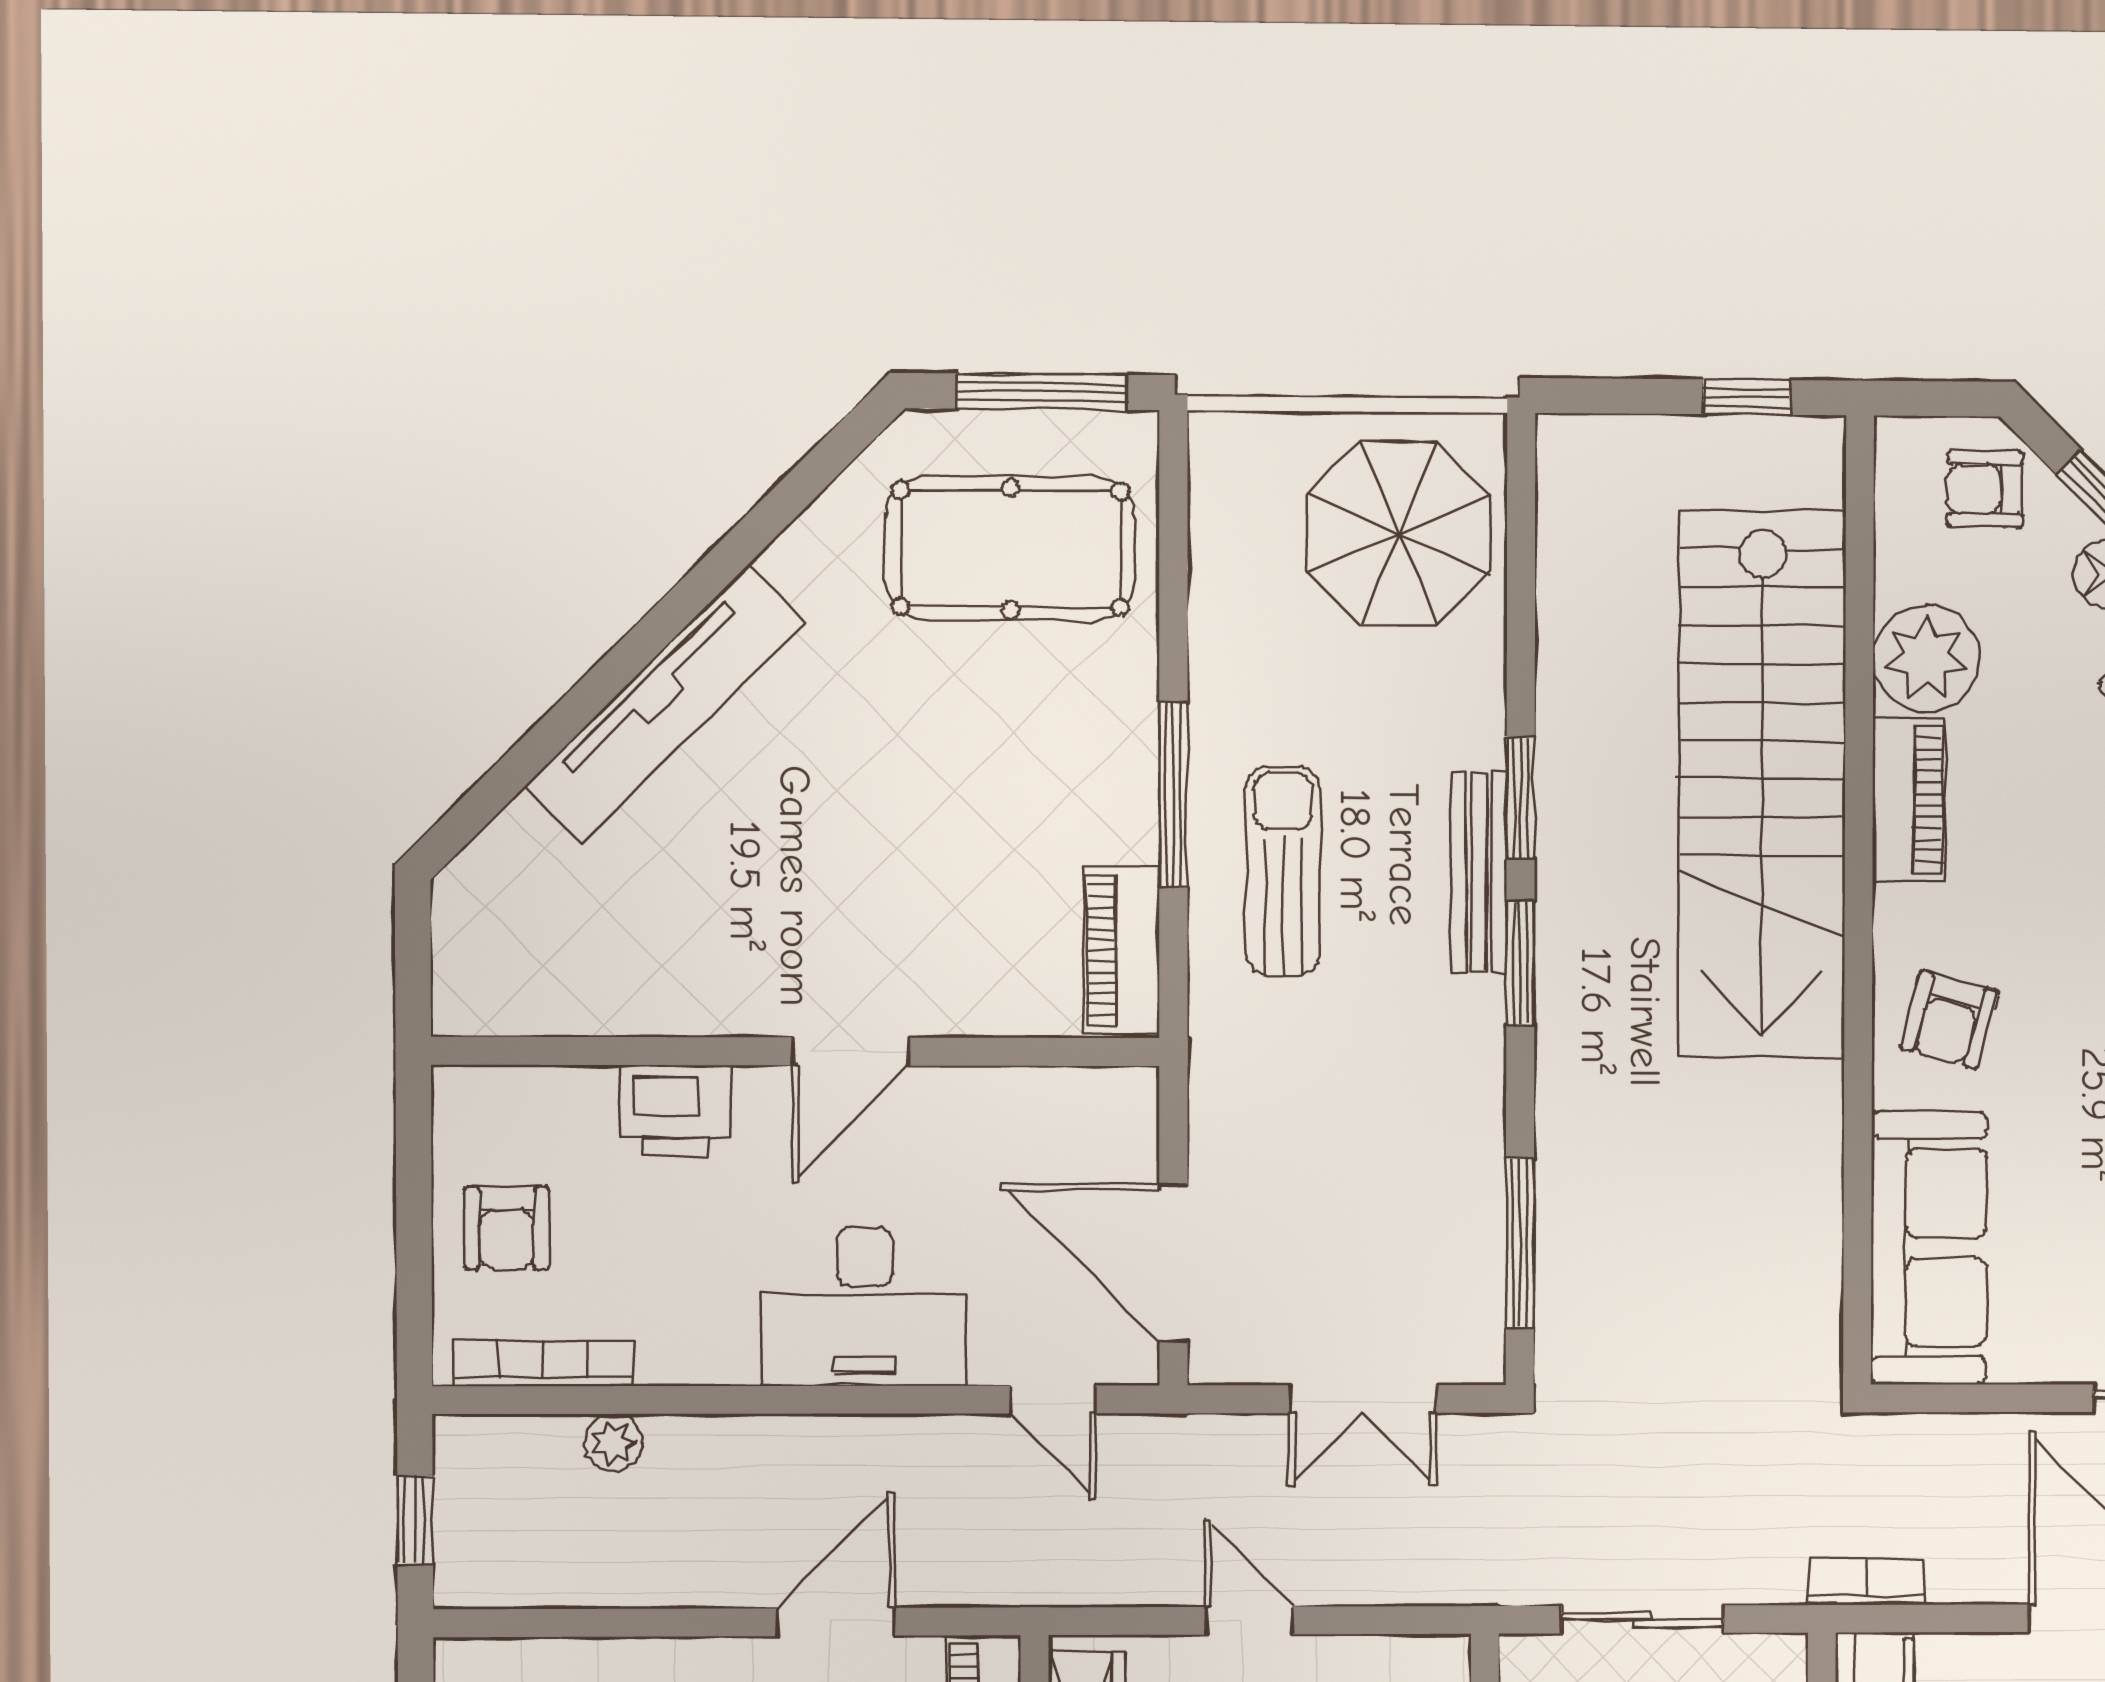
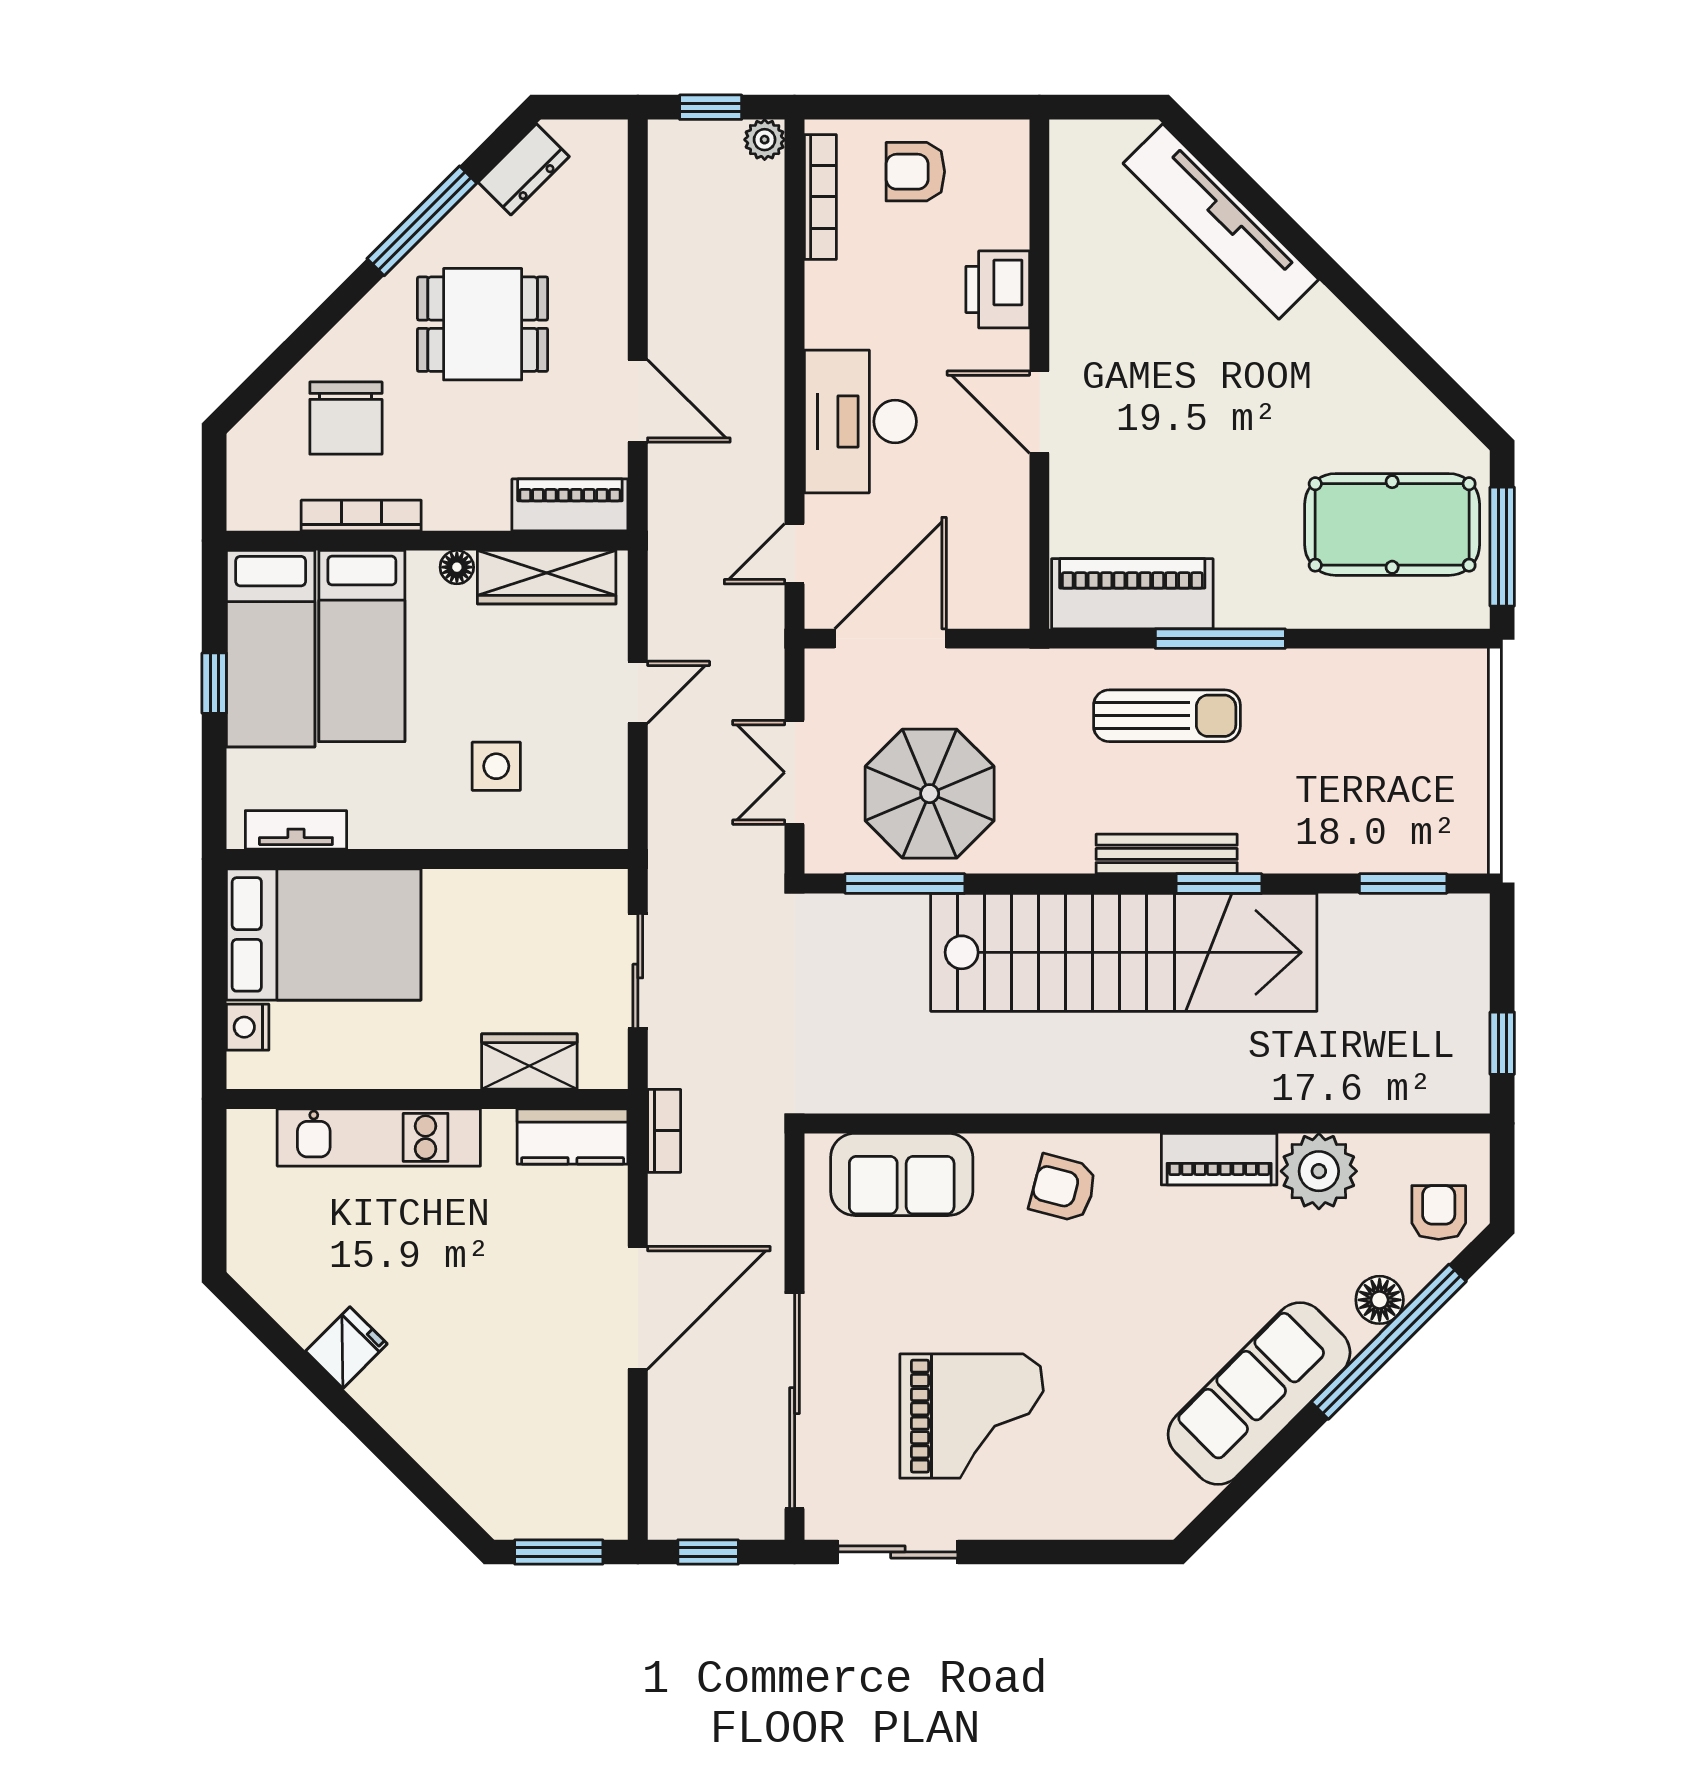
parasol: (1399, 533) -> (930, 794), moved
pool table: (1010, 549) -> (1392, 524), turned 90
tv unit: (665, 704) -> (1221, 221), moved
stairs: (1762, 784) -> (1124, 952), moved, turned 180
piano: (1122, 951) -> (1132, 594), width x1.37, depth x1.33
window: (1520, 963) -> (1403, 883), moved
sofa: (1929, 1248) -> (902, 1174), width x0.73
plant: (613, 1443) -> (765, 140), moved

